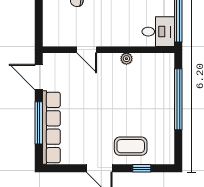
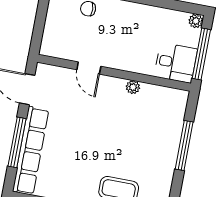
window: (178, 99) -> (184, 146), width x0.68

